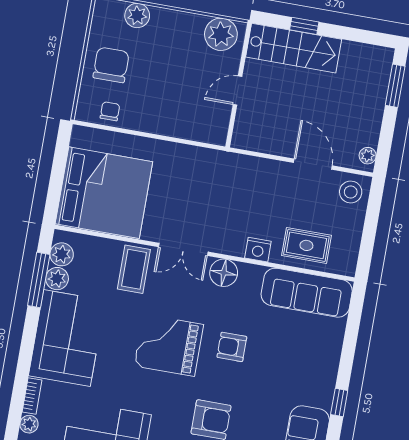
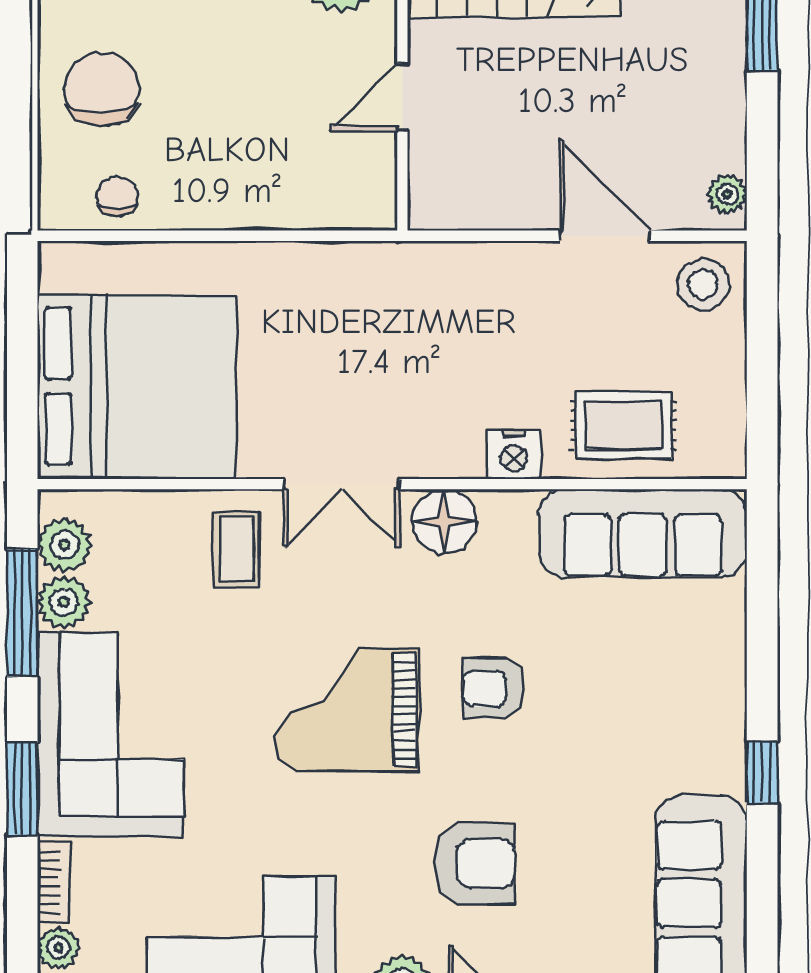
coffee table: (134, 269) -> (237, 550), width x0.73, depth x0.77
window: (26, 354) -> (22, 789), added

